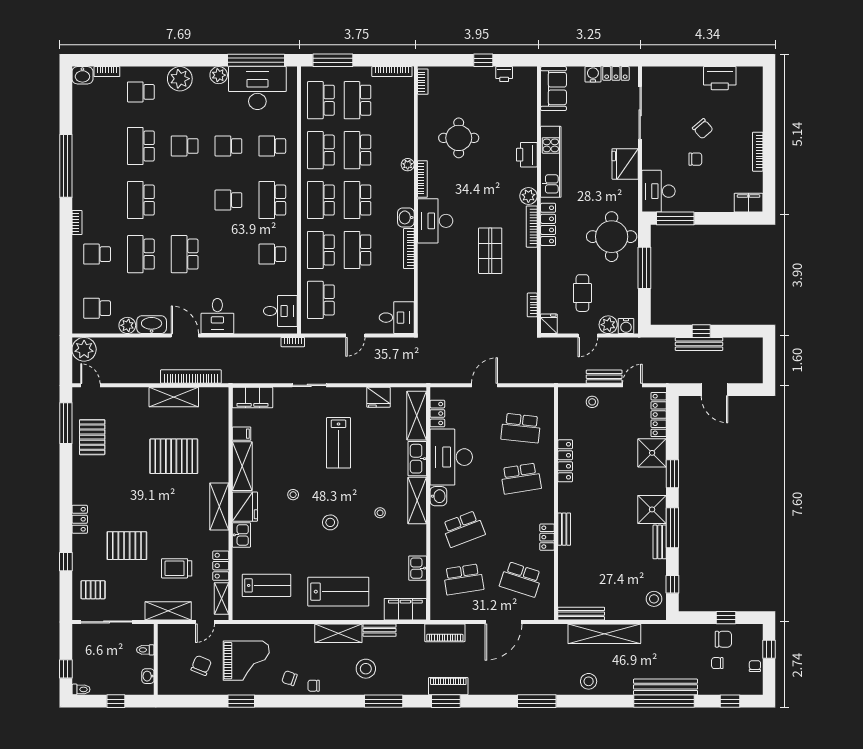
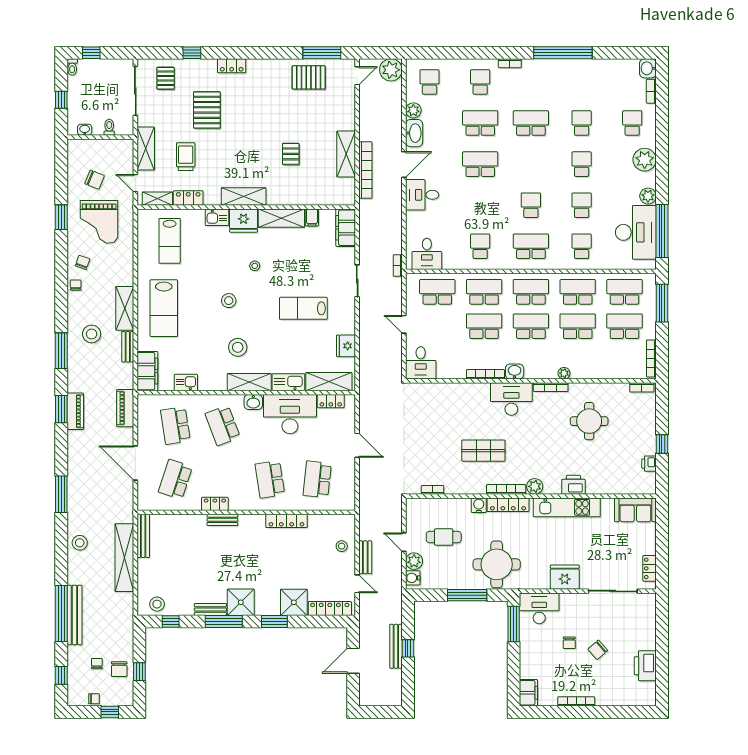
water cooler: (593, 74) -> (479, 505), moved, turned -90
school desk: (141, 146) -> (582, 123), width x0.54
fridge: (549, 324) -> (415, 506), removed
pallet: (174, 456) -> (291, 154), width x0.49, depth x0.50
stool: (380, 513) -> (238, 347), width x1.89, depth x1.89

